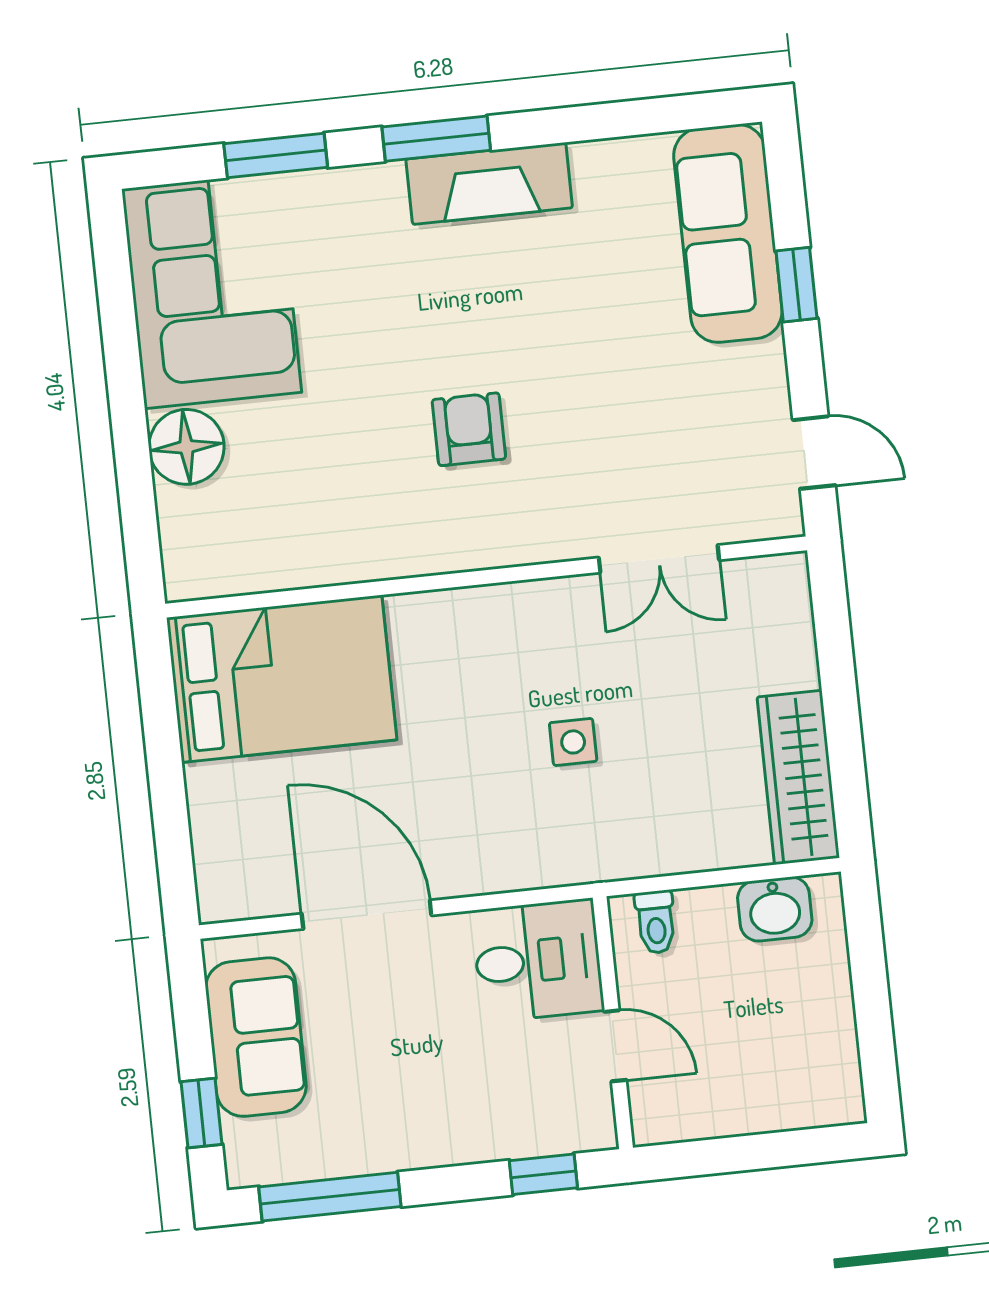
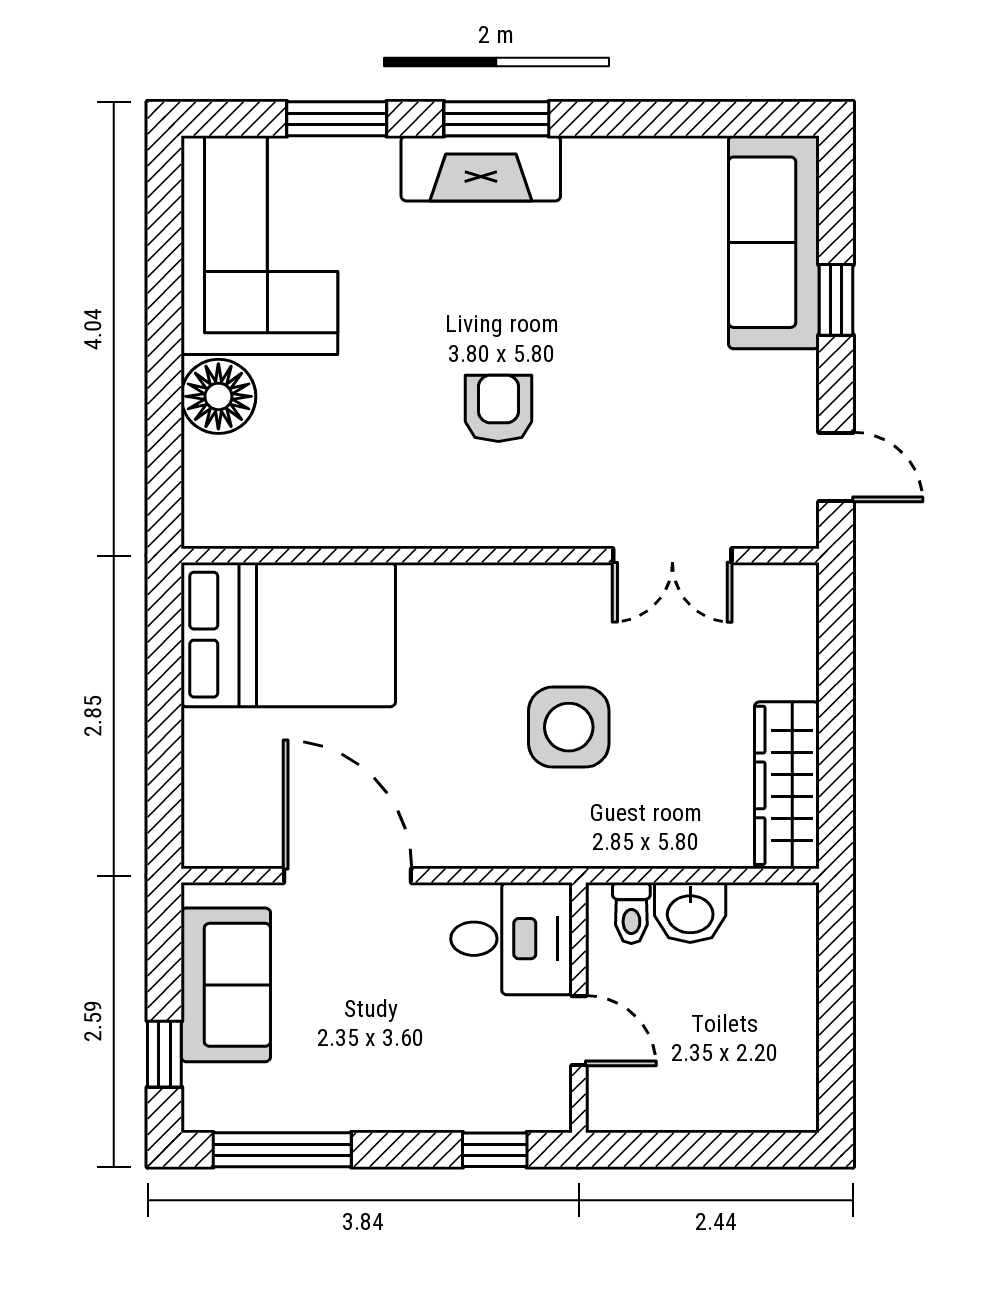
fireplace: (489, 183) -> (481, 168), moved
side table: (573, 742) -> (569, 727), width x1.87, depth x1.87
washbasin: (775, 909) -> (690, 913), moved

